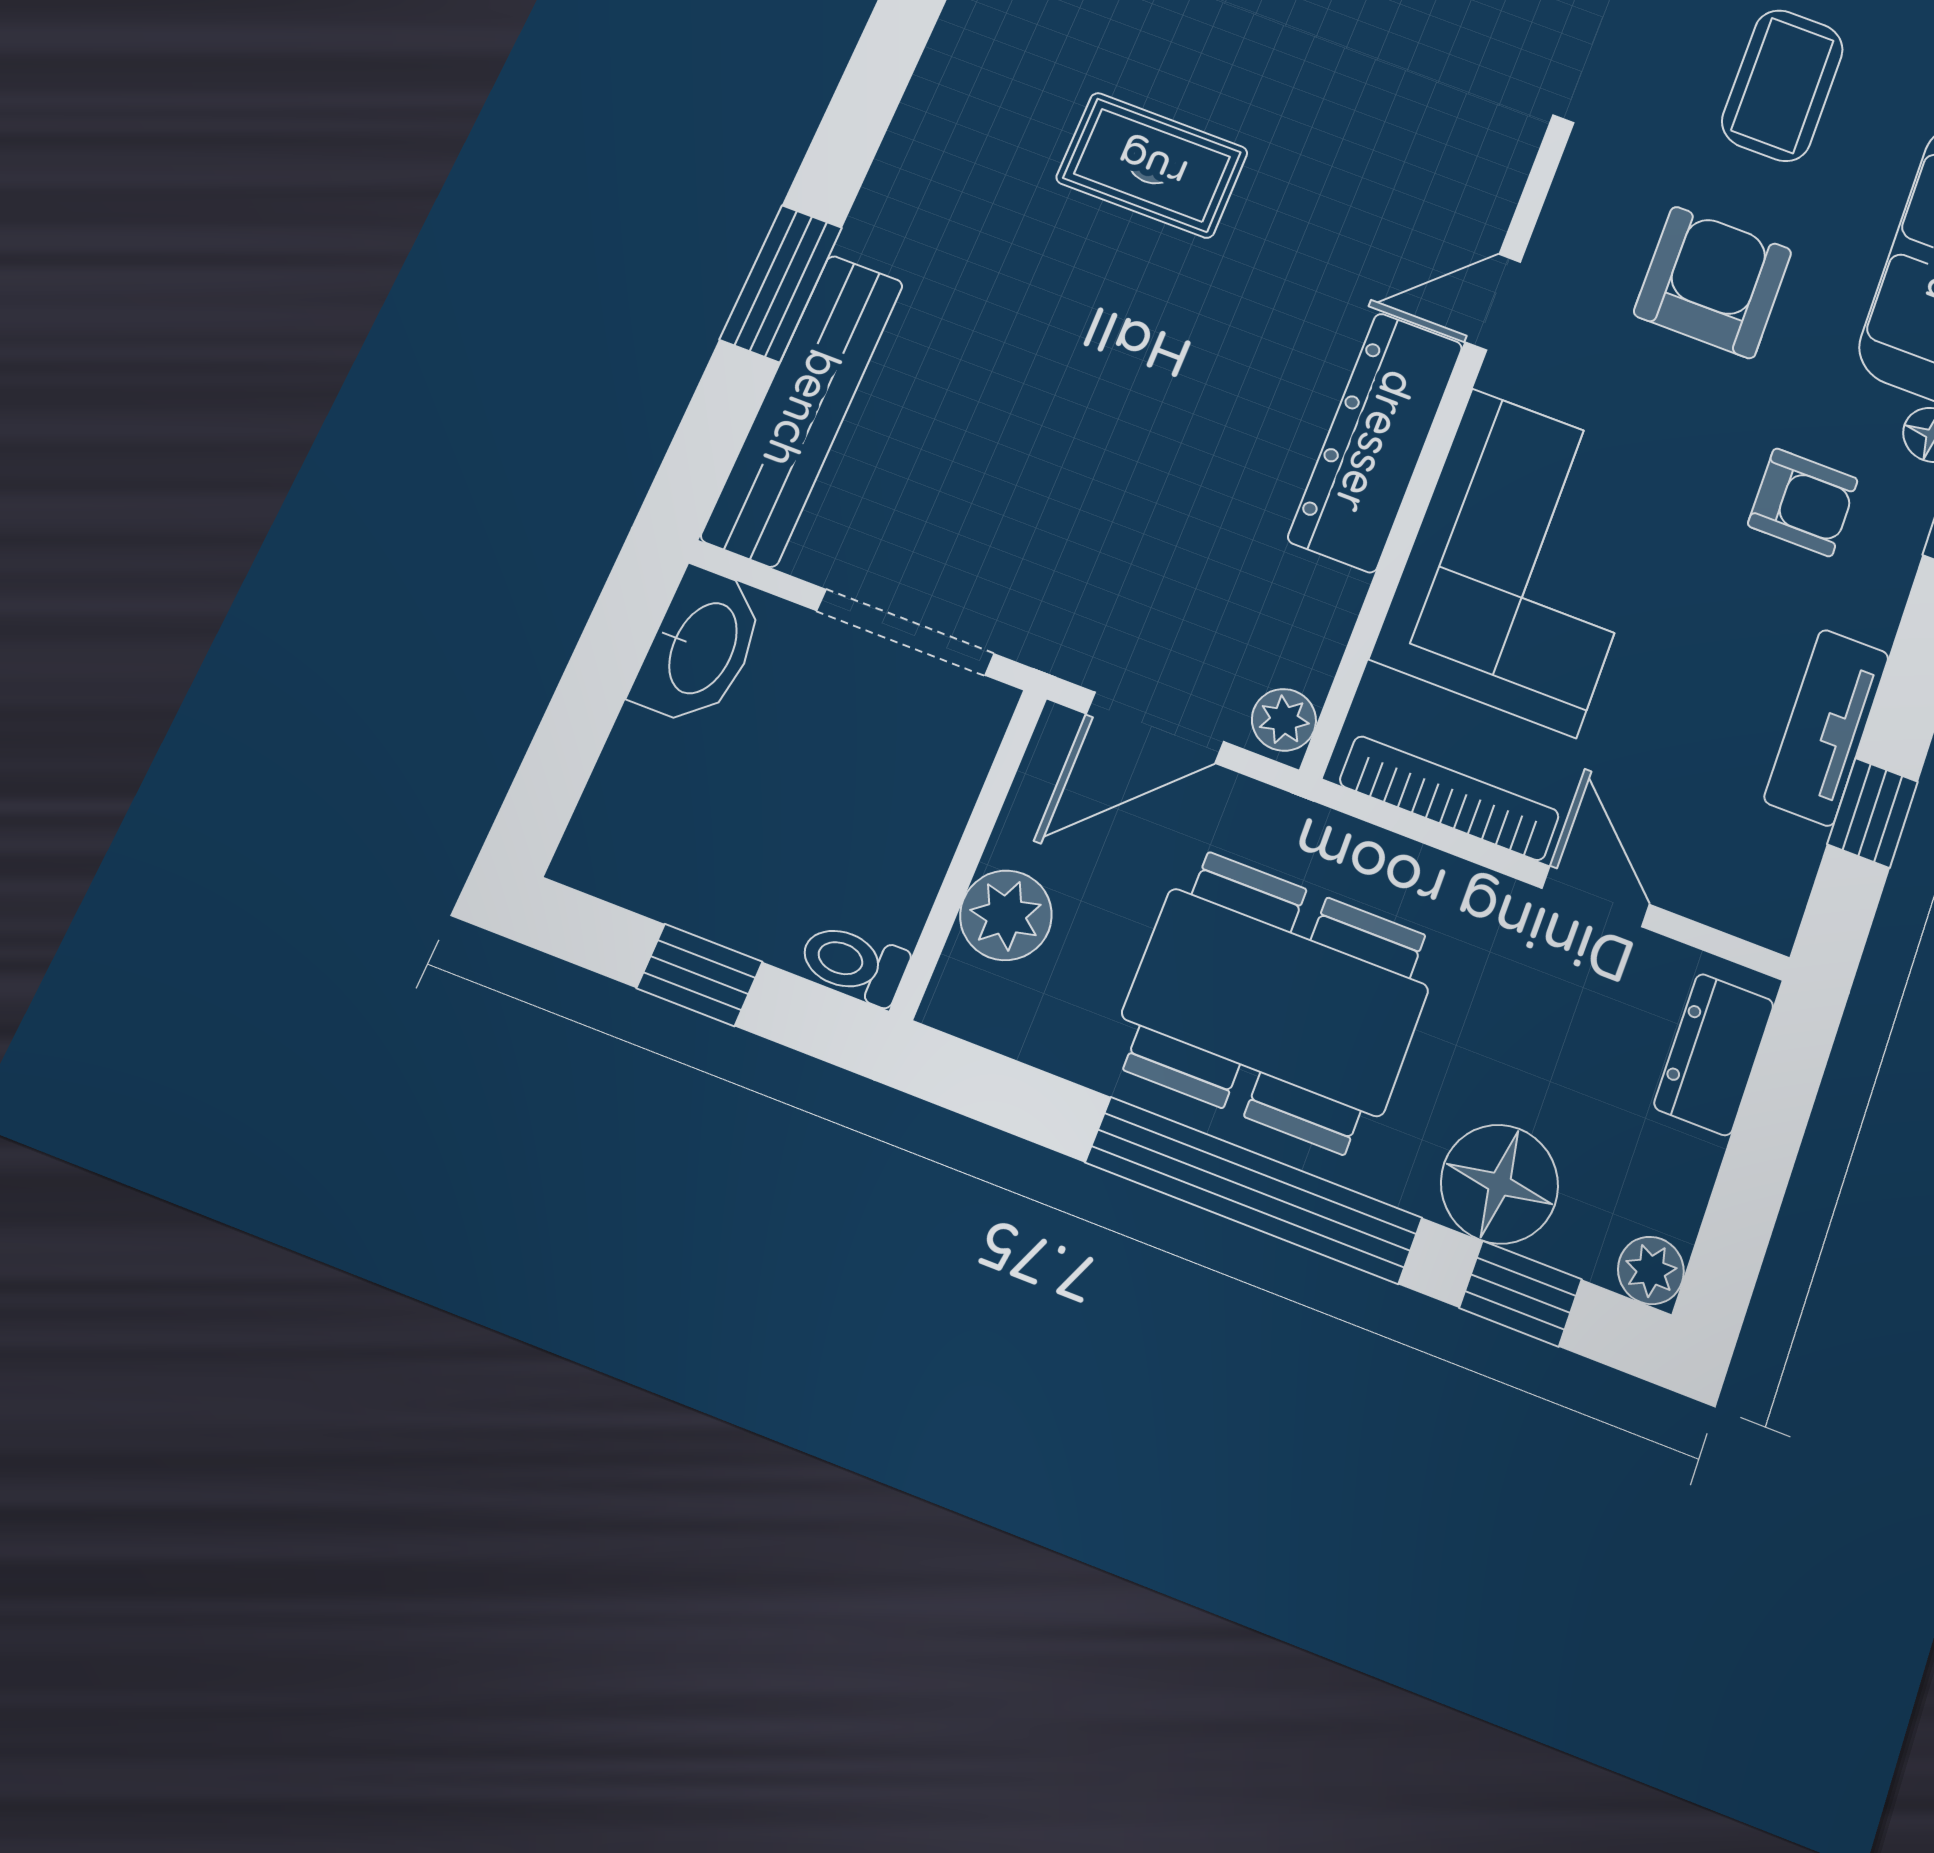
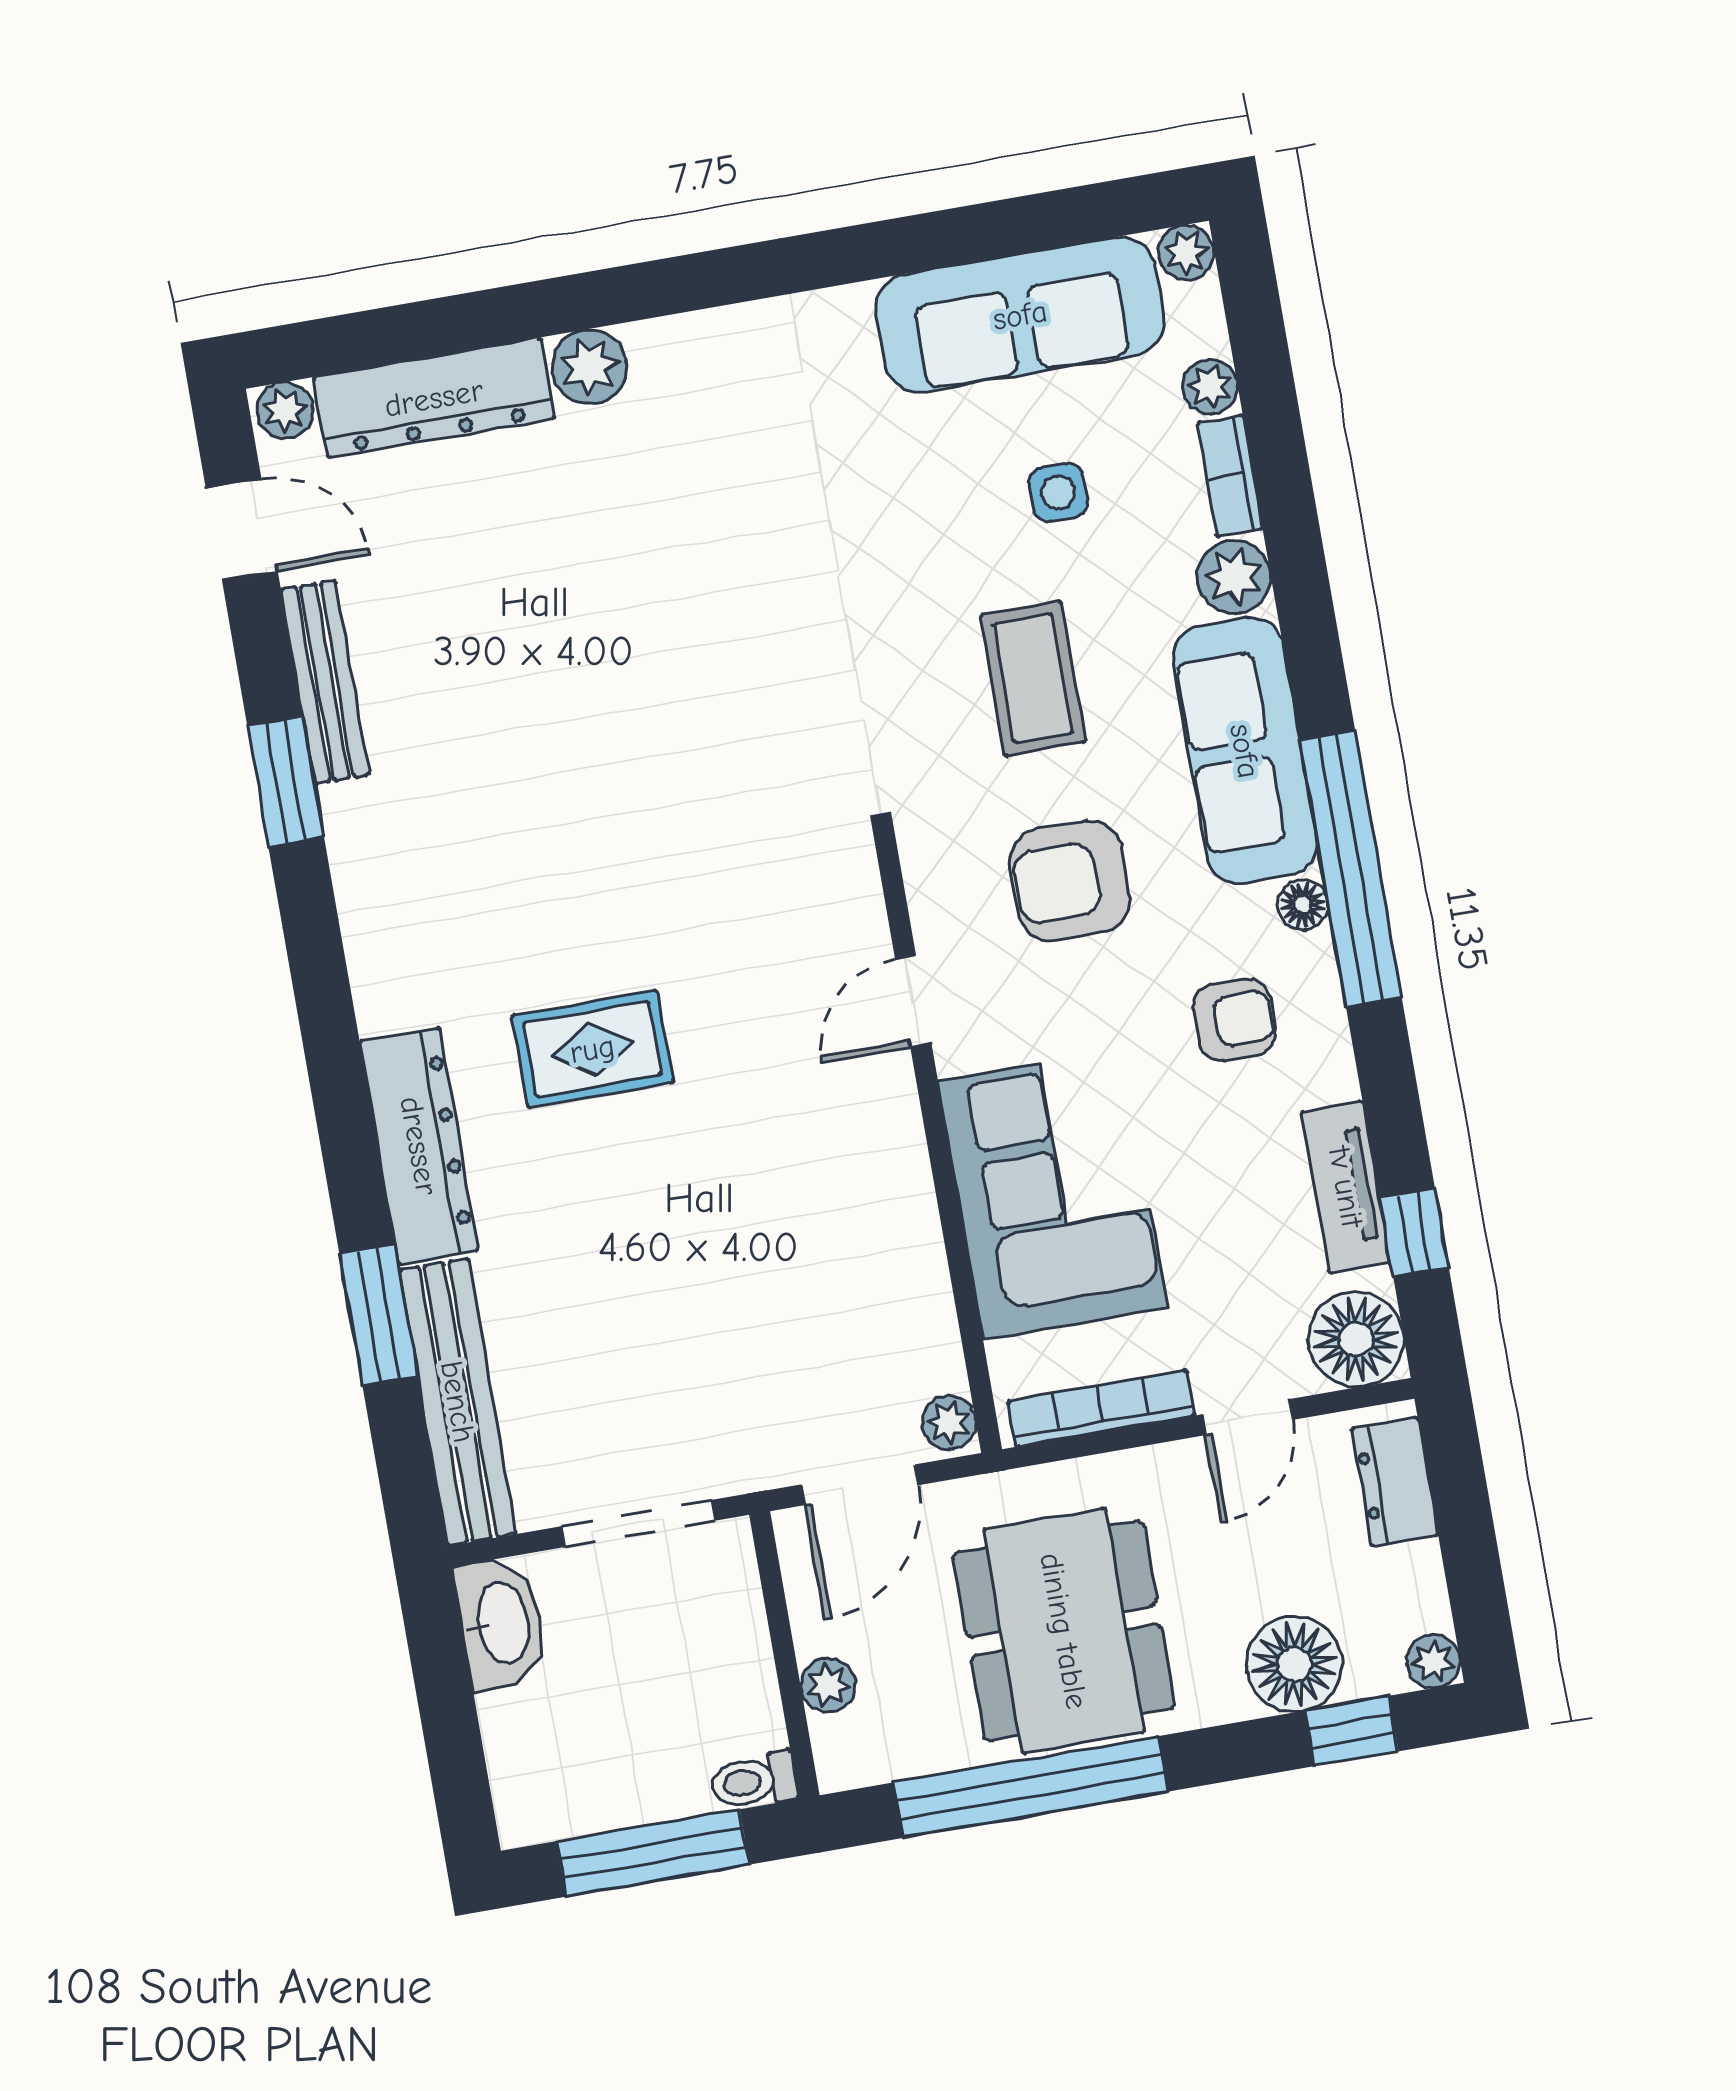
armchair: (1713, 282) -> (1070, 881), turned -90
dresser: (1376, 442) -> (419, 1146), moved, turned 180
floor lamp: (1753, 884) -> (1356, 1339), added
door: (1596, 896) -> (1247, 1417), swing flipped
plant: (1006, 915) -> (828, 1685), width x0.73, depth x0.73
window: (700, 975) -> (653, 1853), width x2.17
dining table: (1276, 1002) -> (1064, 1631), turned 90
window: (1254, 1190) -> (1031, 1787), moved

